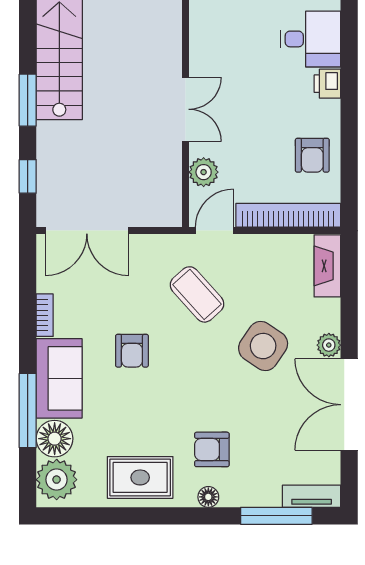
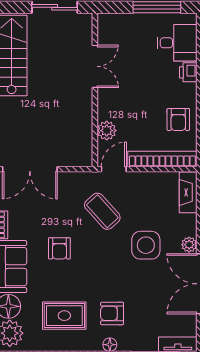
double door: (186, 109) -> (95, 66), moved
side table: (263, 346) -> (146, 245), turned -34
rug: (140, 477) -> (64, 316), moved

